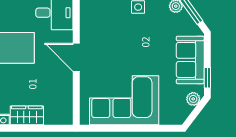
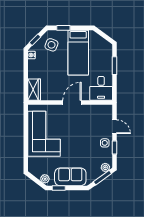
wardrobe: (27, 115) -> (34, 90), moved

